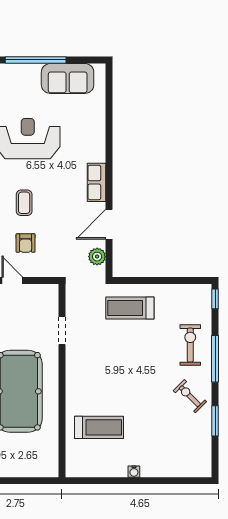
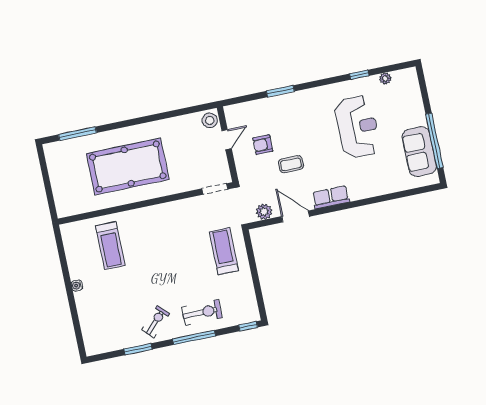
window: (36, 60) -> (434, 141), moved
coffee table: (24, 203) -> (291, 164), moved
doorway: (62, 331) -> (215, 189), moved

